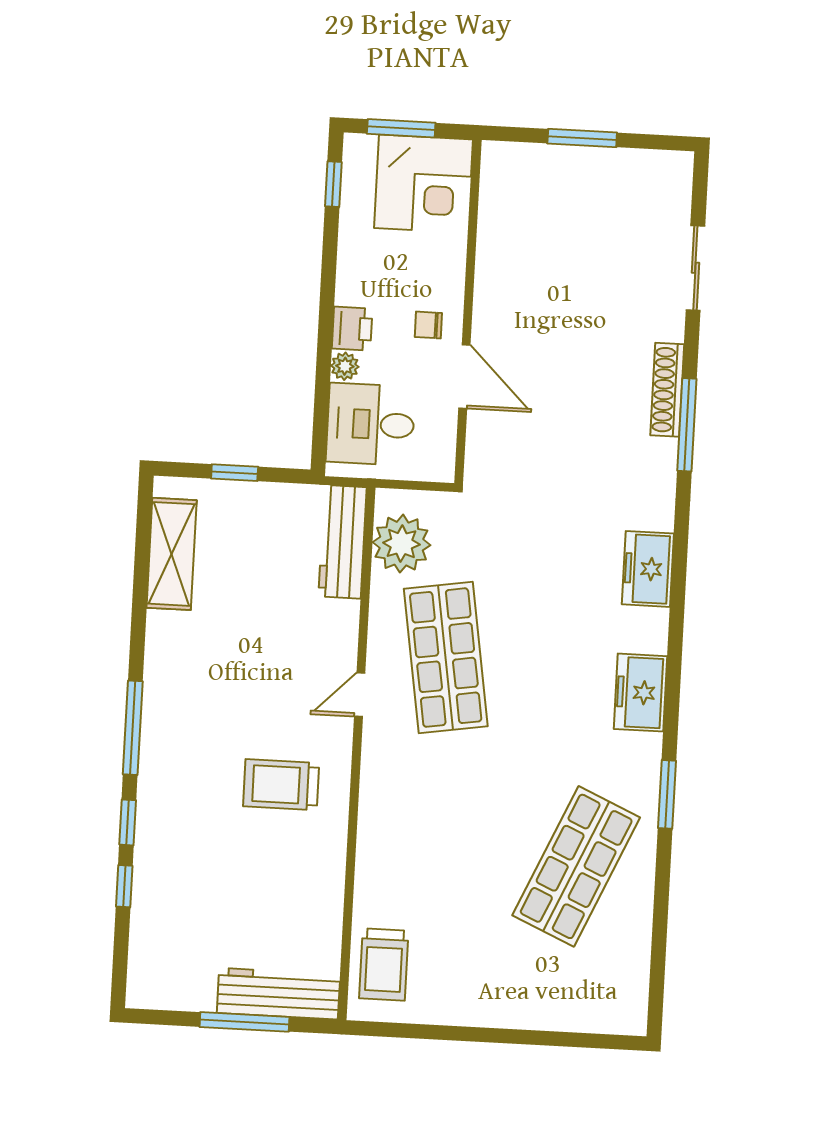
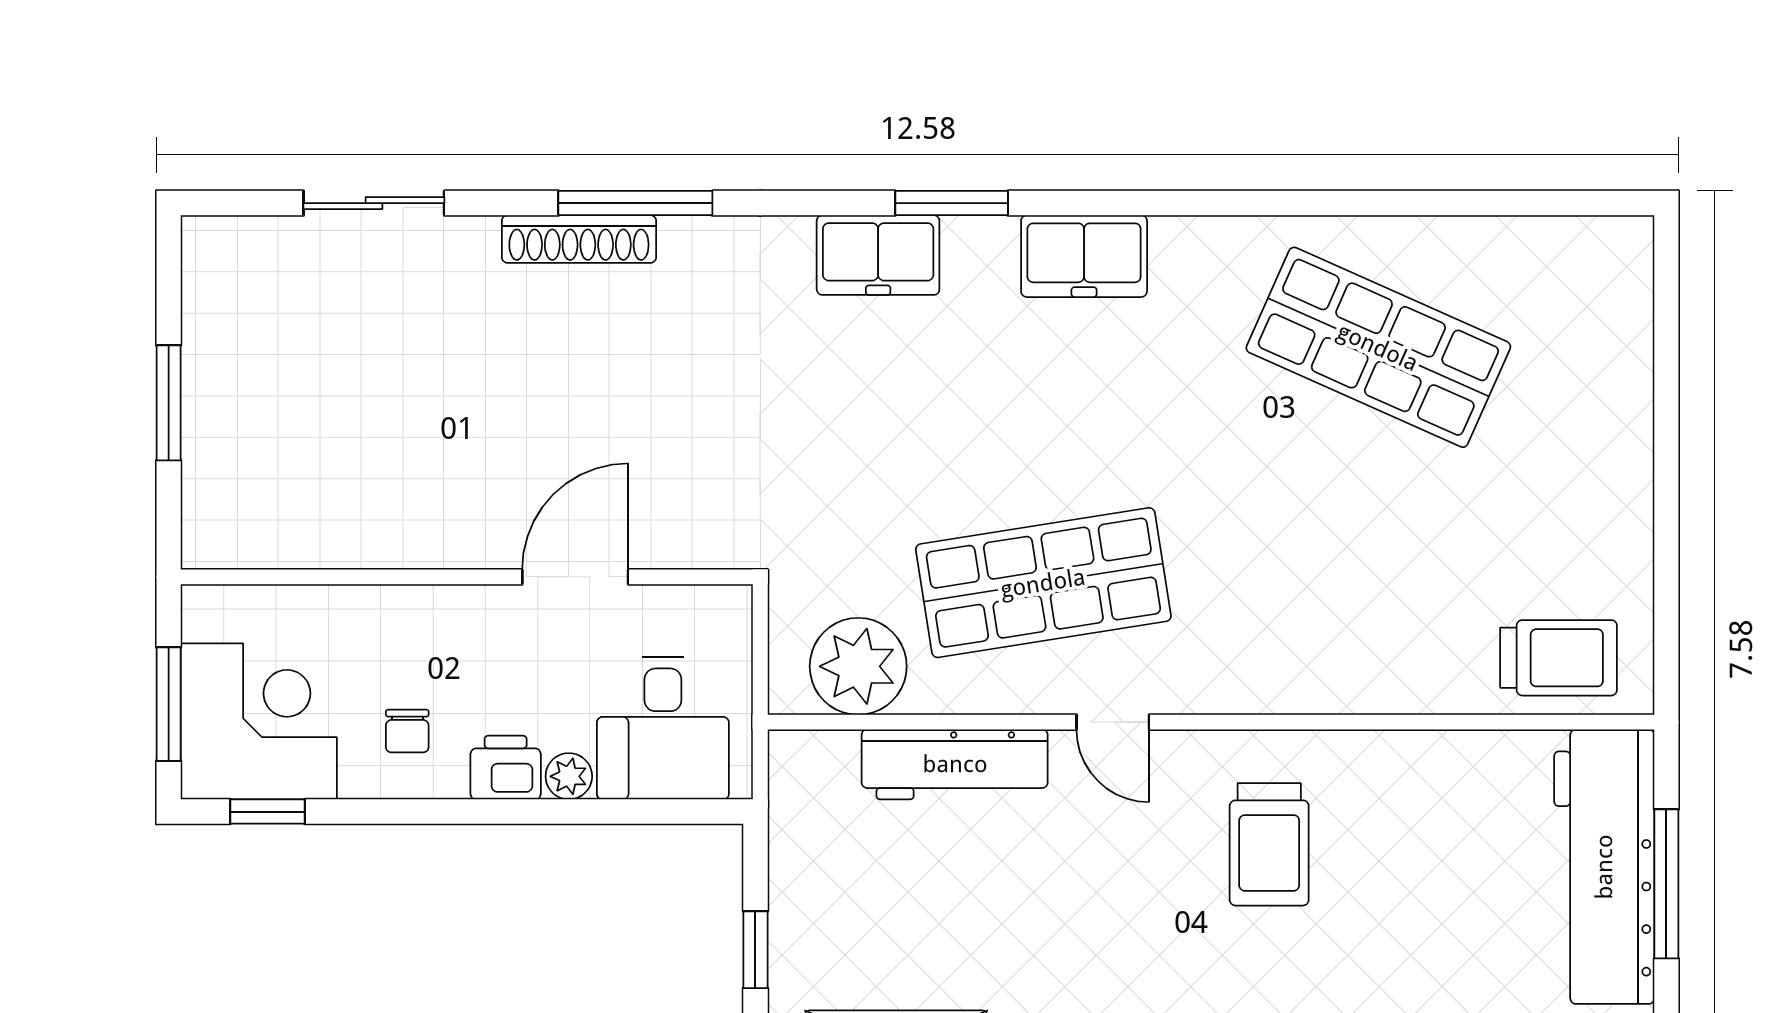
corner desk: (423, 184) -> (259, 721), moved
chair: (428, 325) -> (407, 731), moved
workbench: (343, 542) -> (955, 764), moved
window: (667, 794) -> (952, 203), moved
workbench: (278, 994) -> (1604, 867), width x1.36, depth x1.32

